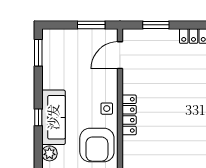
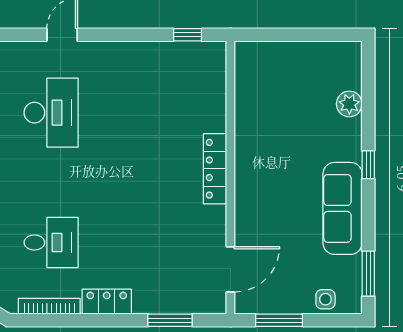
side table: (107, 109) -> (325, 299), moved
sofa: (53, 117) -> (343, 208), moved
armchair: (97, 145) -> (269, 118), removed

